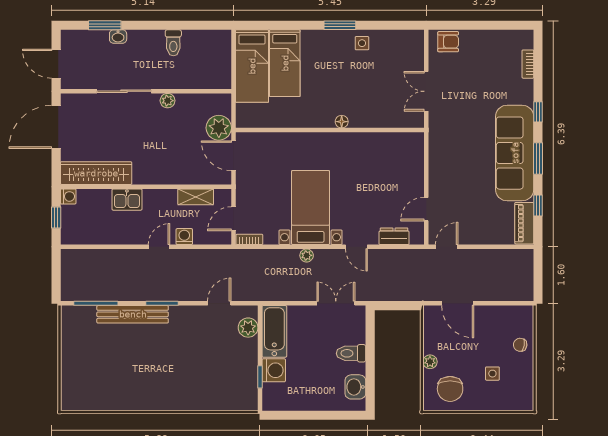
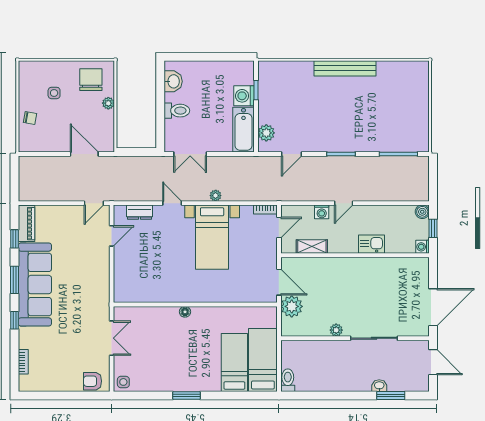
toilet: (173, 43) -> (288, 380), moved
side table: (362, 43) -> (123, 382), moved
wardrobe: (96, 173) -> (398, 267), removed
boiler: (68, 237) -> (422, 212), added
bench: (133, 314) -> (345, 68), moved

